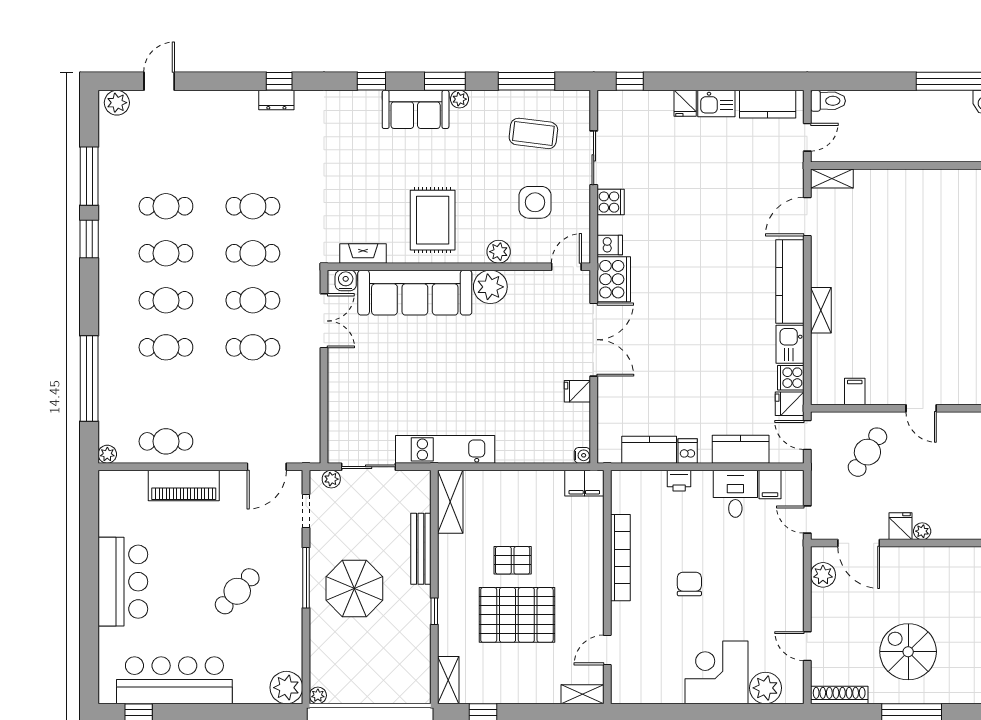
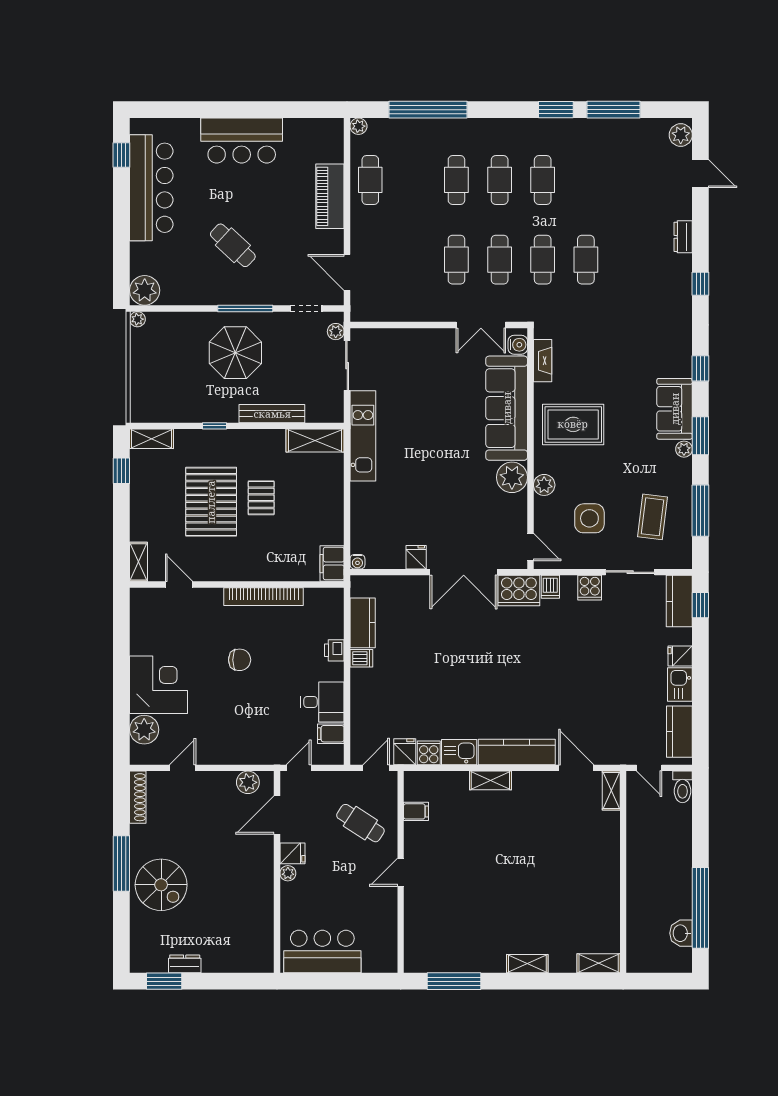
dresser: (276, 100) -> (683, 237), moved
cafe table: (166, 206) -> (586, 180), removed
kitchen counter: (741, 449) -> (679, 601), moved, turned 180
spiral stairs: (908, 652) -> (161, 885), moved, turned 90

